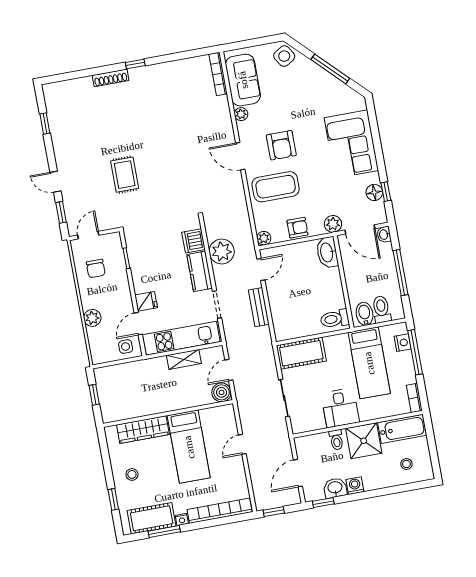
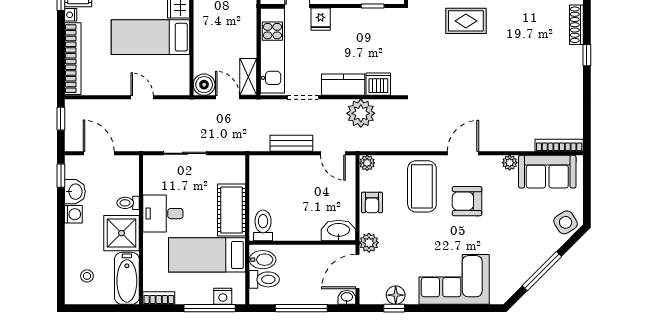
cot: (301, 353) -> (232, 210), moved
shelving: (184, 359) -> (248, 77), moved

